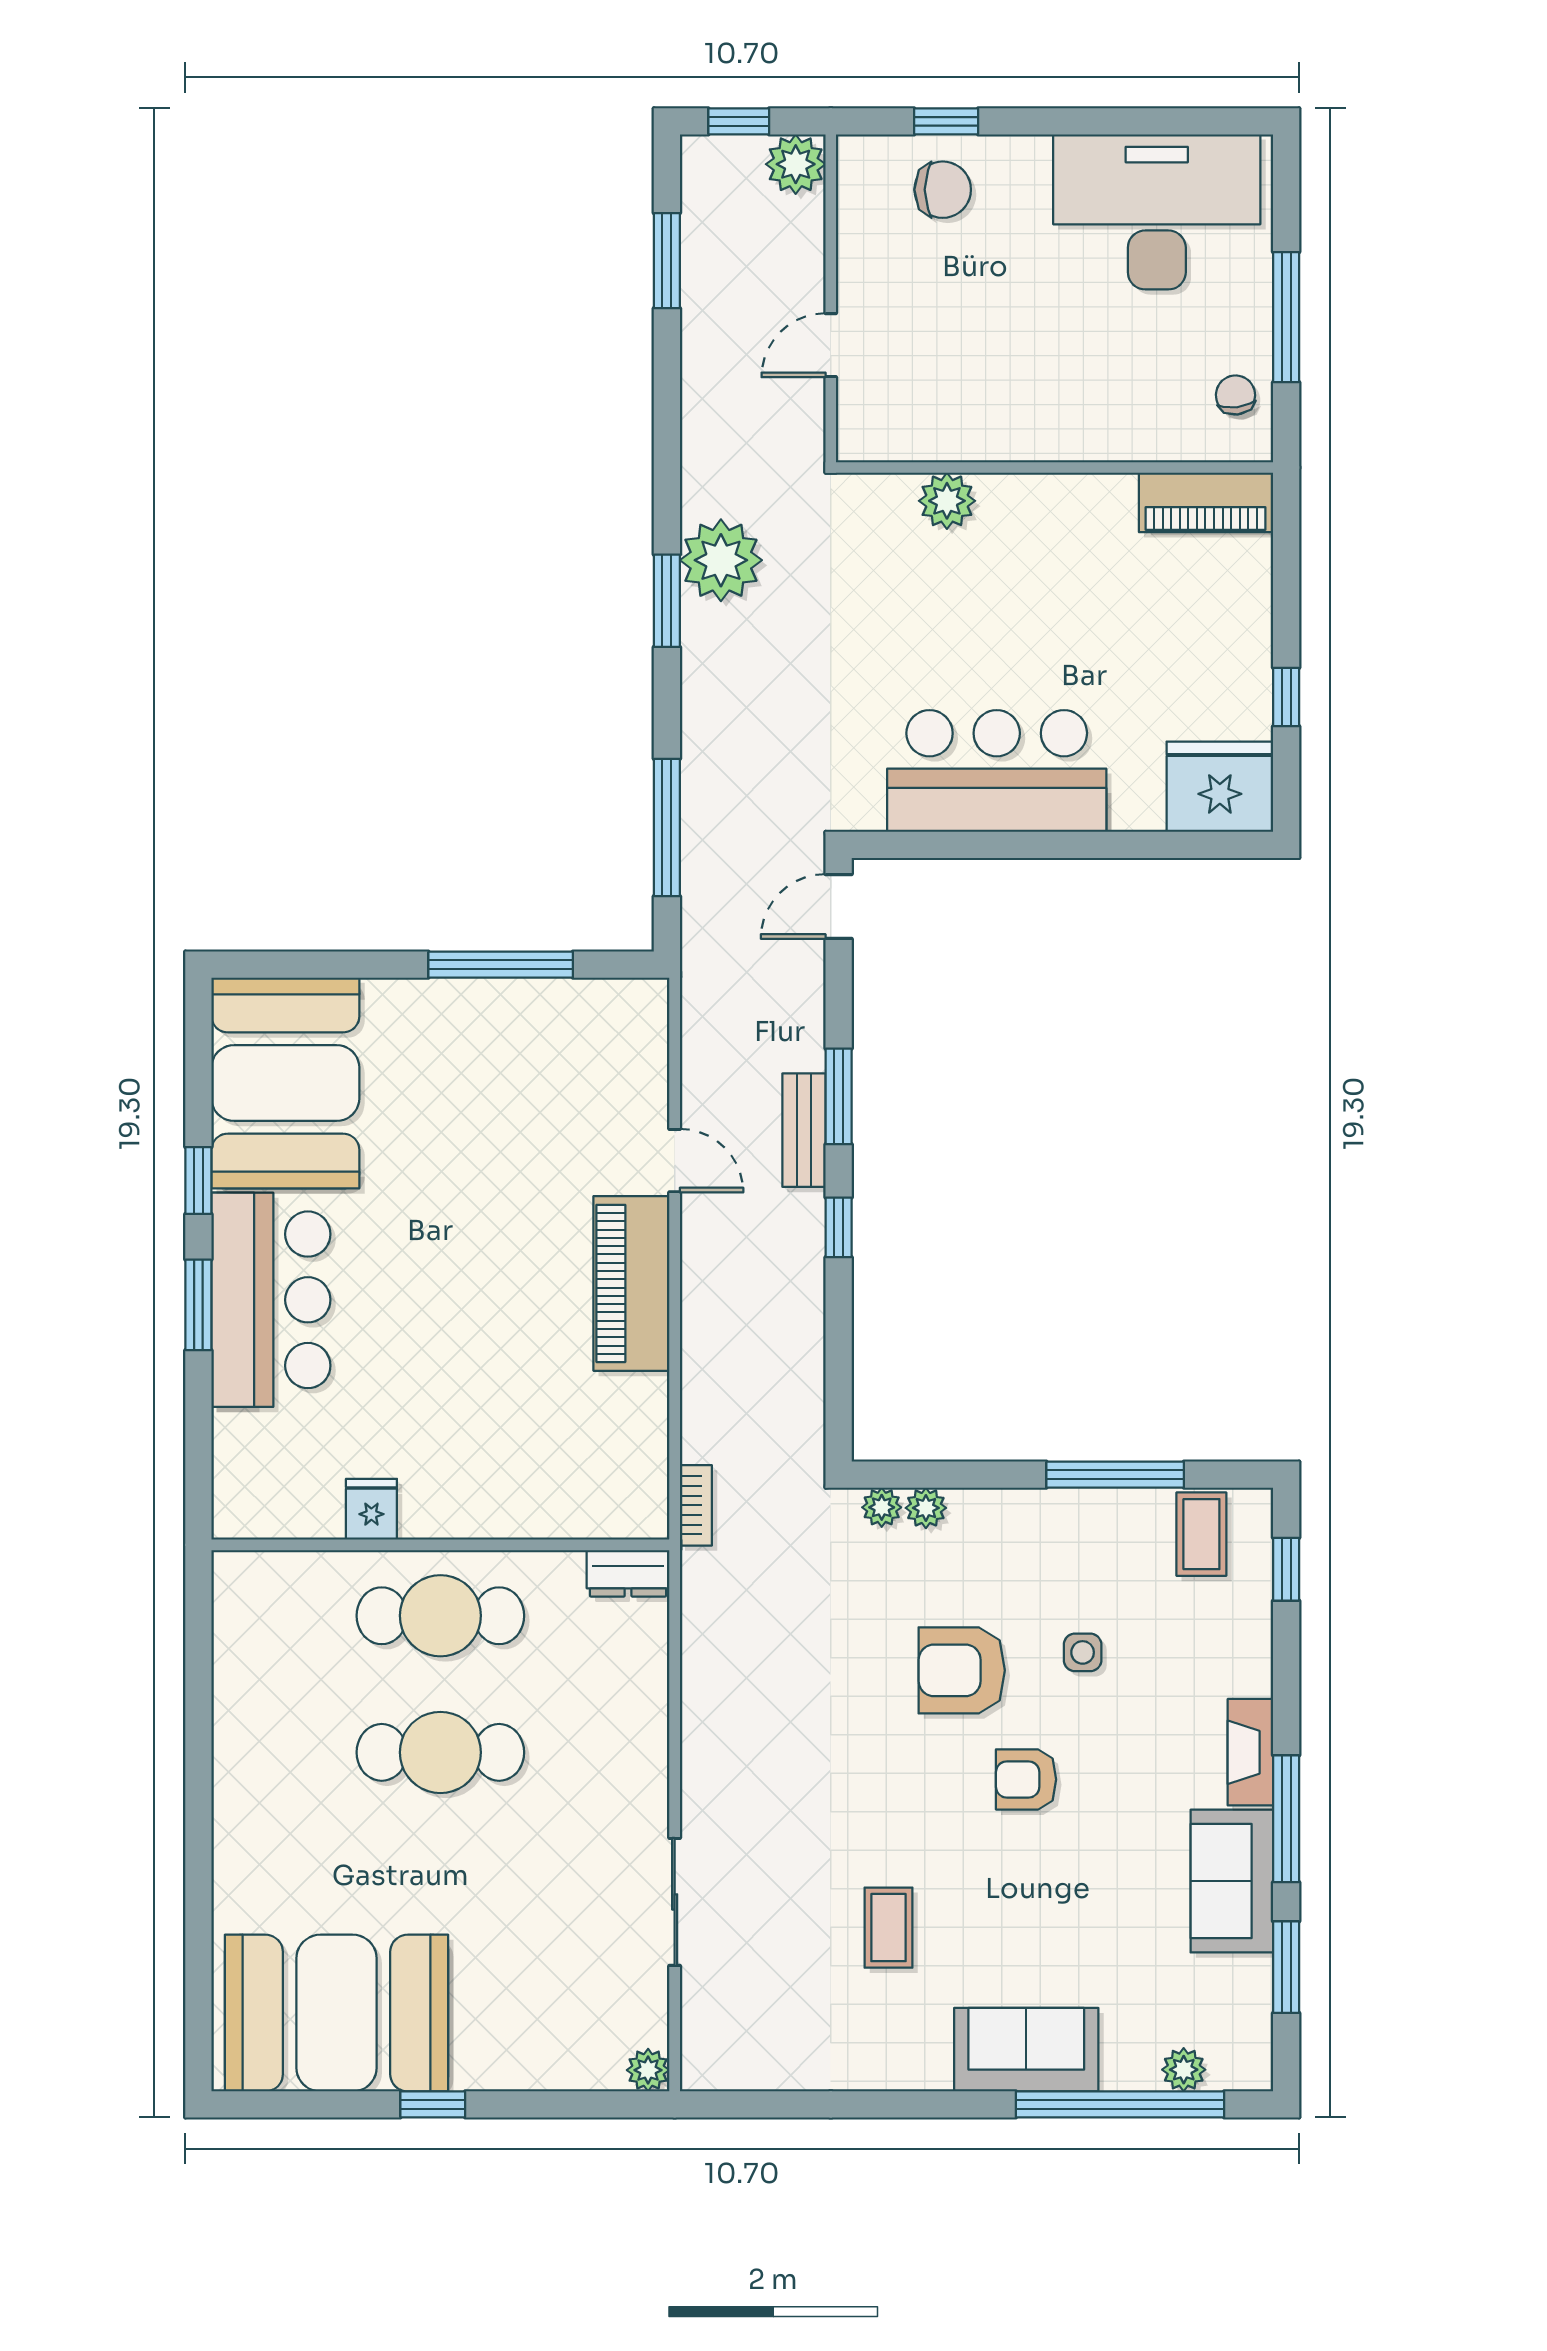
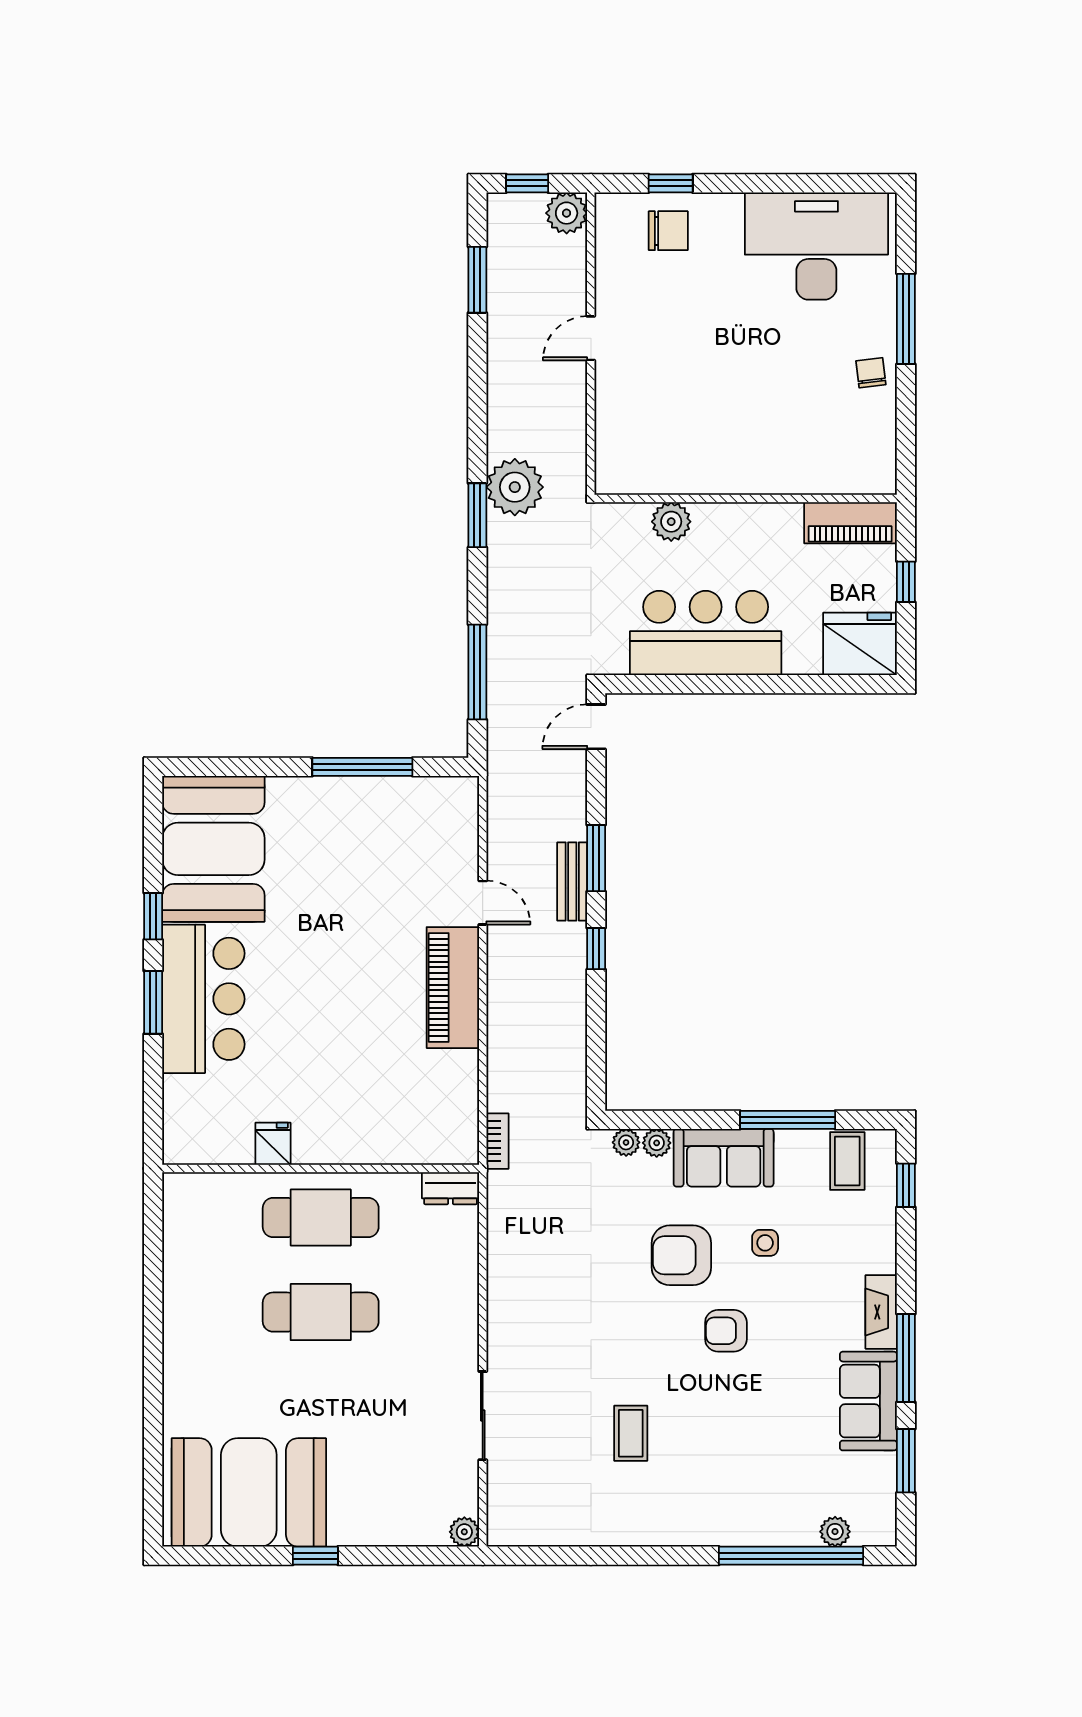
wall: (1055, 467) -> (746, 499), moved
plant: (947, 501) -> (671, 522), moved
piano: (1205, 502) -> (850, 523), moved
sofa: (1026, 2050) -> (724, 1158), moved, turned 180

